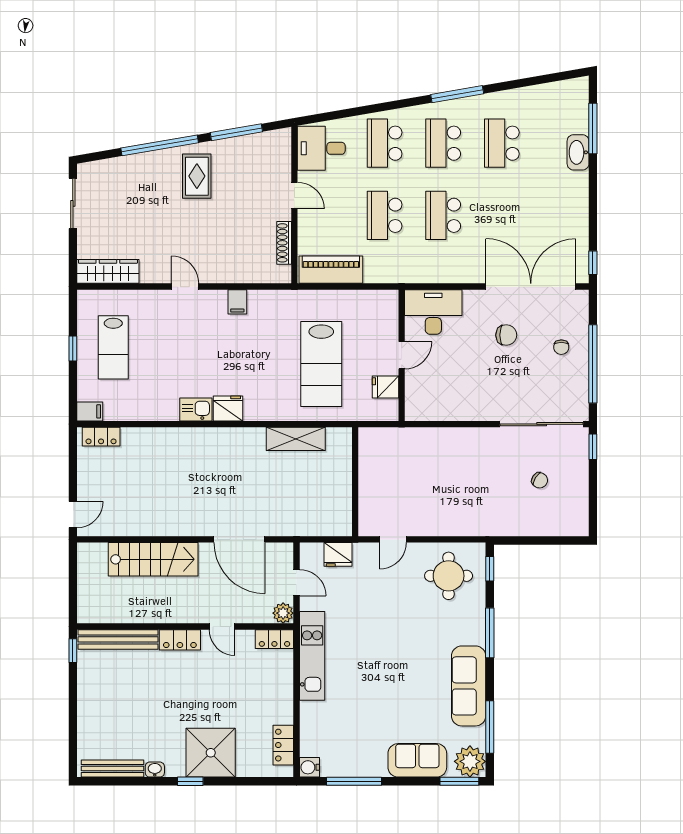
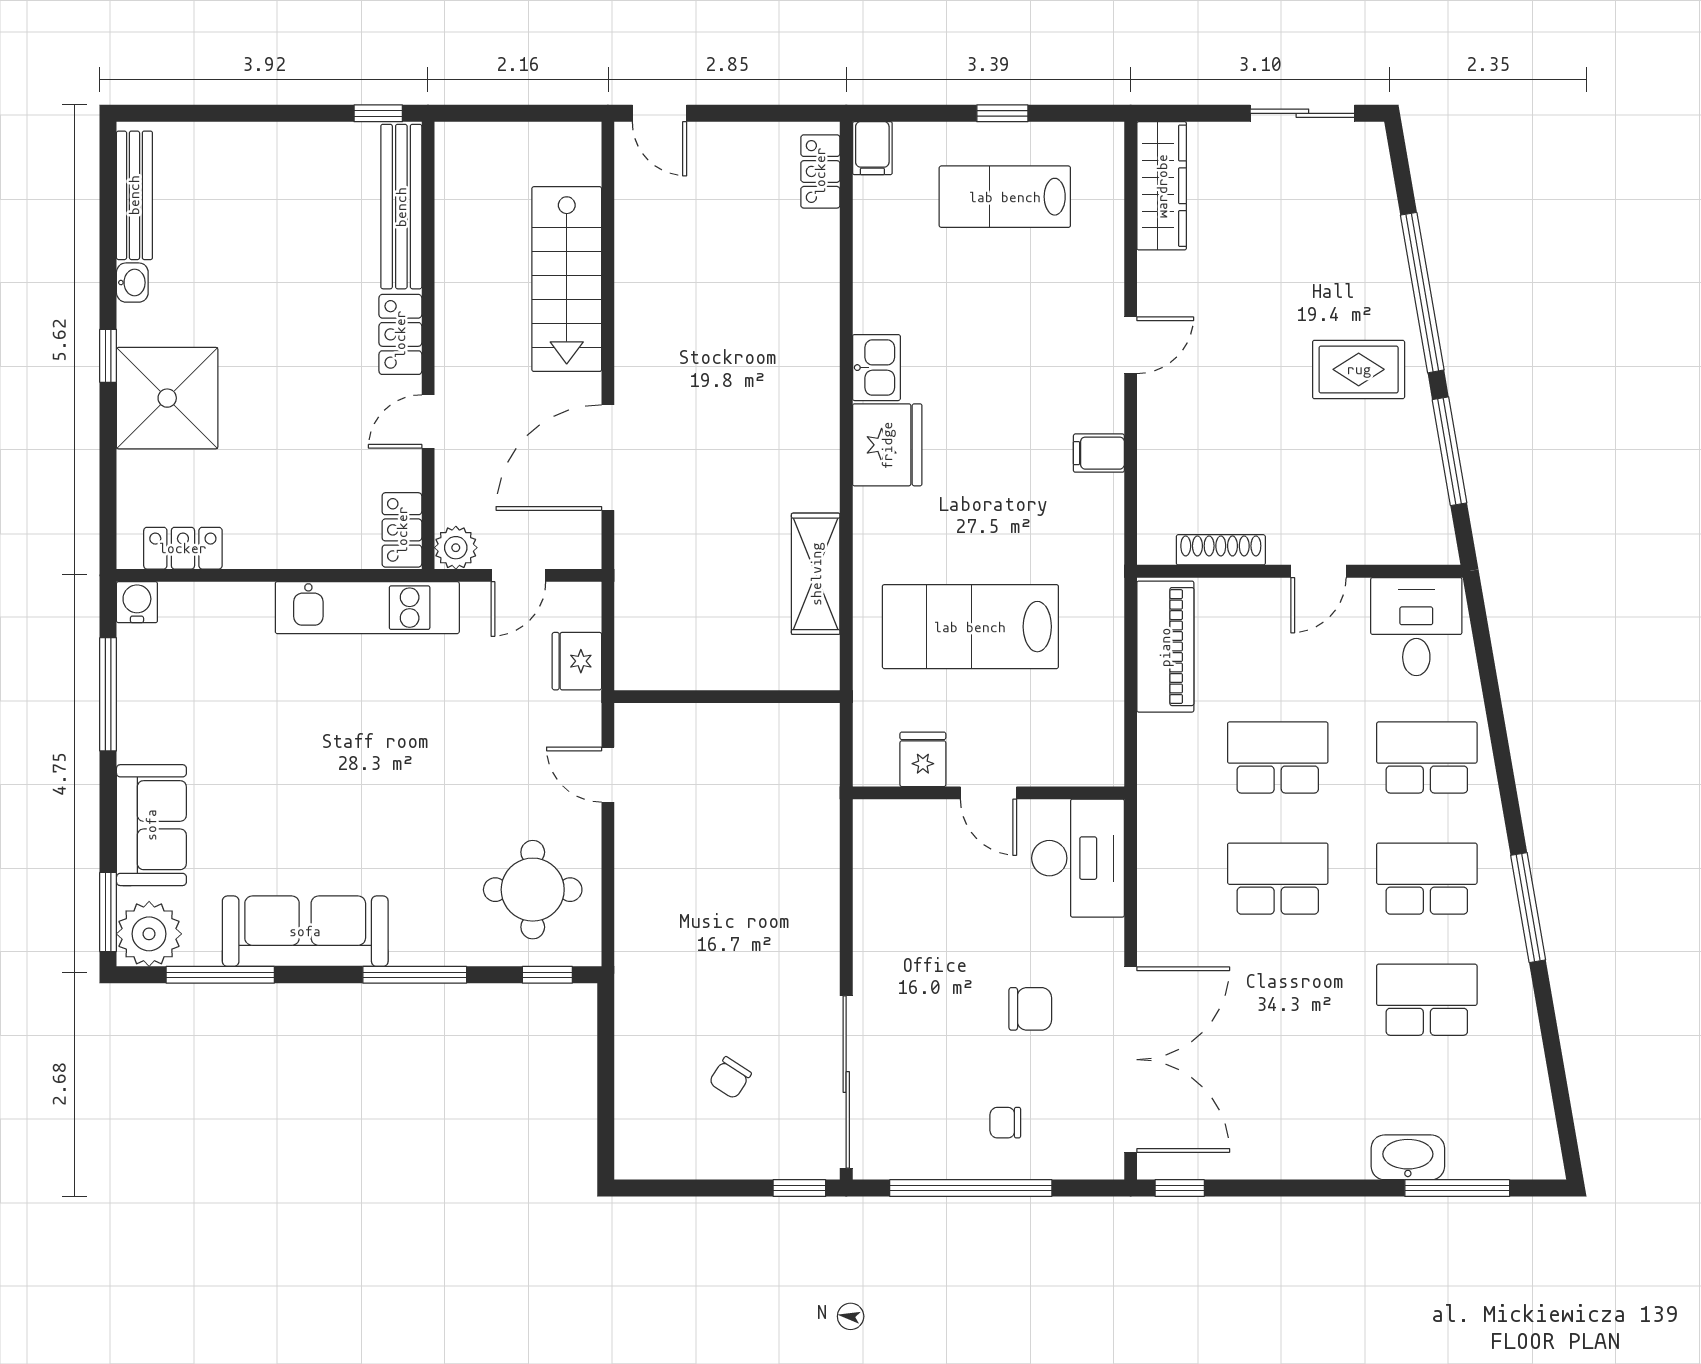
chair: (506, 335) -> (1030, 1009), turned -90
fridge: (228, 409) -> (887, 445), width x1.36, depth x1.34

